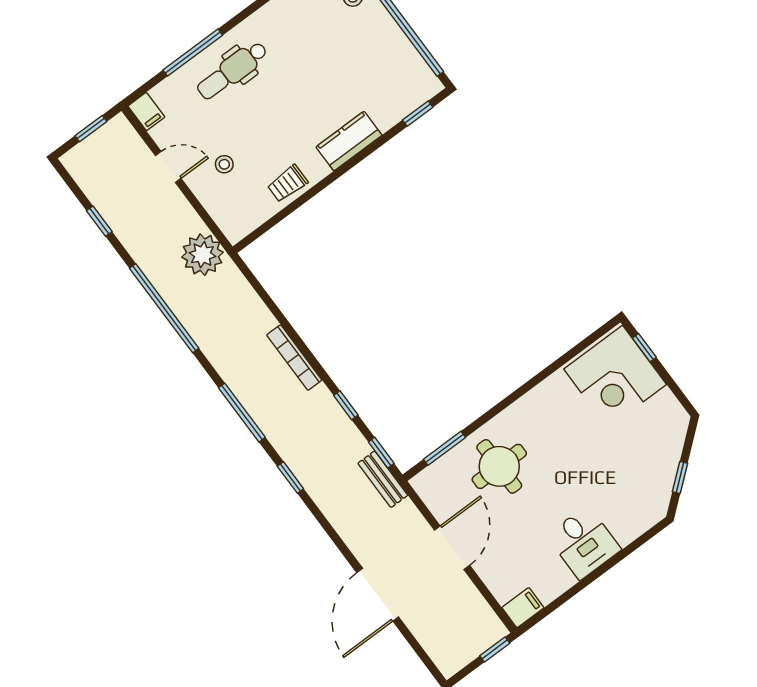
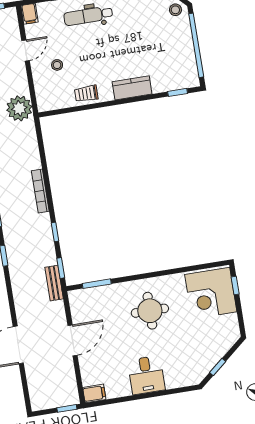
door: (168, 167) -> (26, 50), hinge flipped
round table: (499, 466) -> (150, 311), moved

